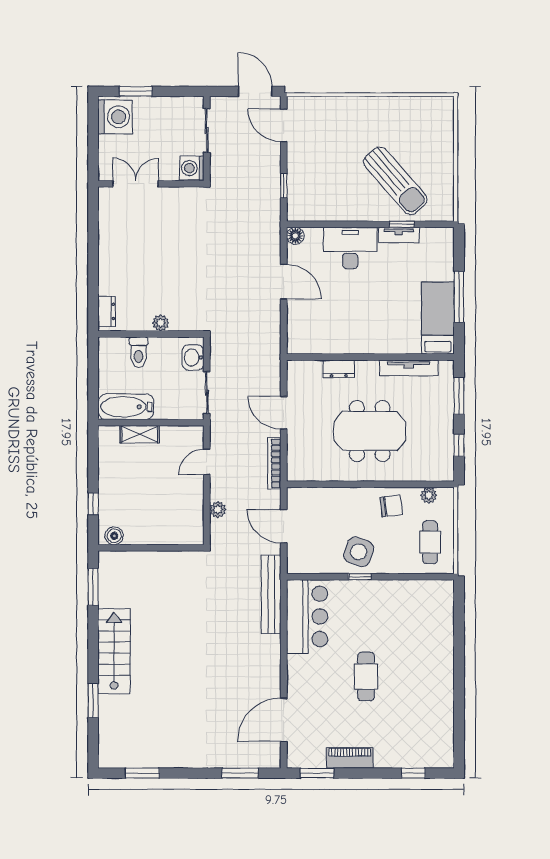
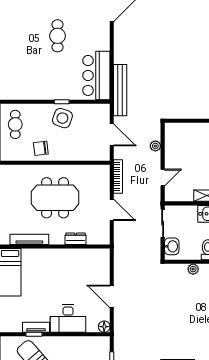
plant: (429, 495) -> (16, 155), removed

